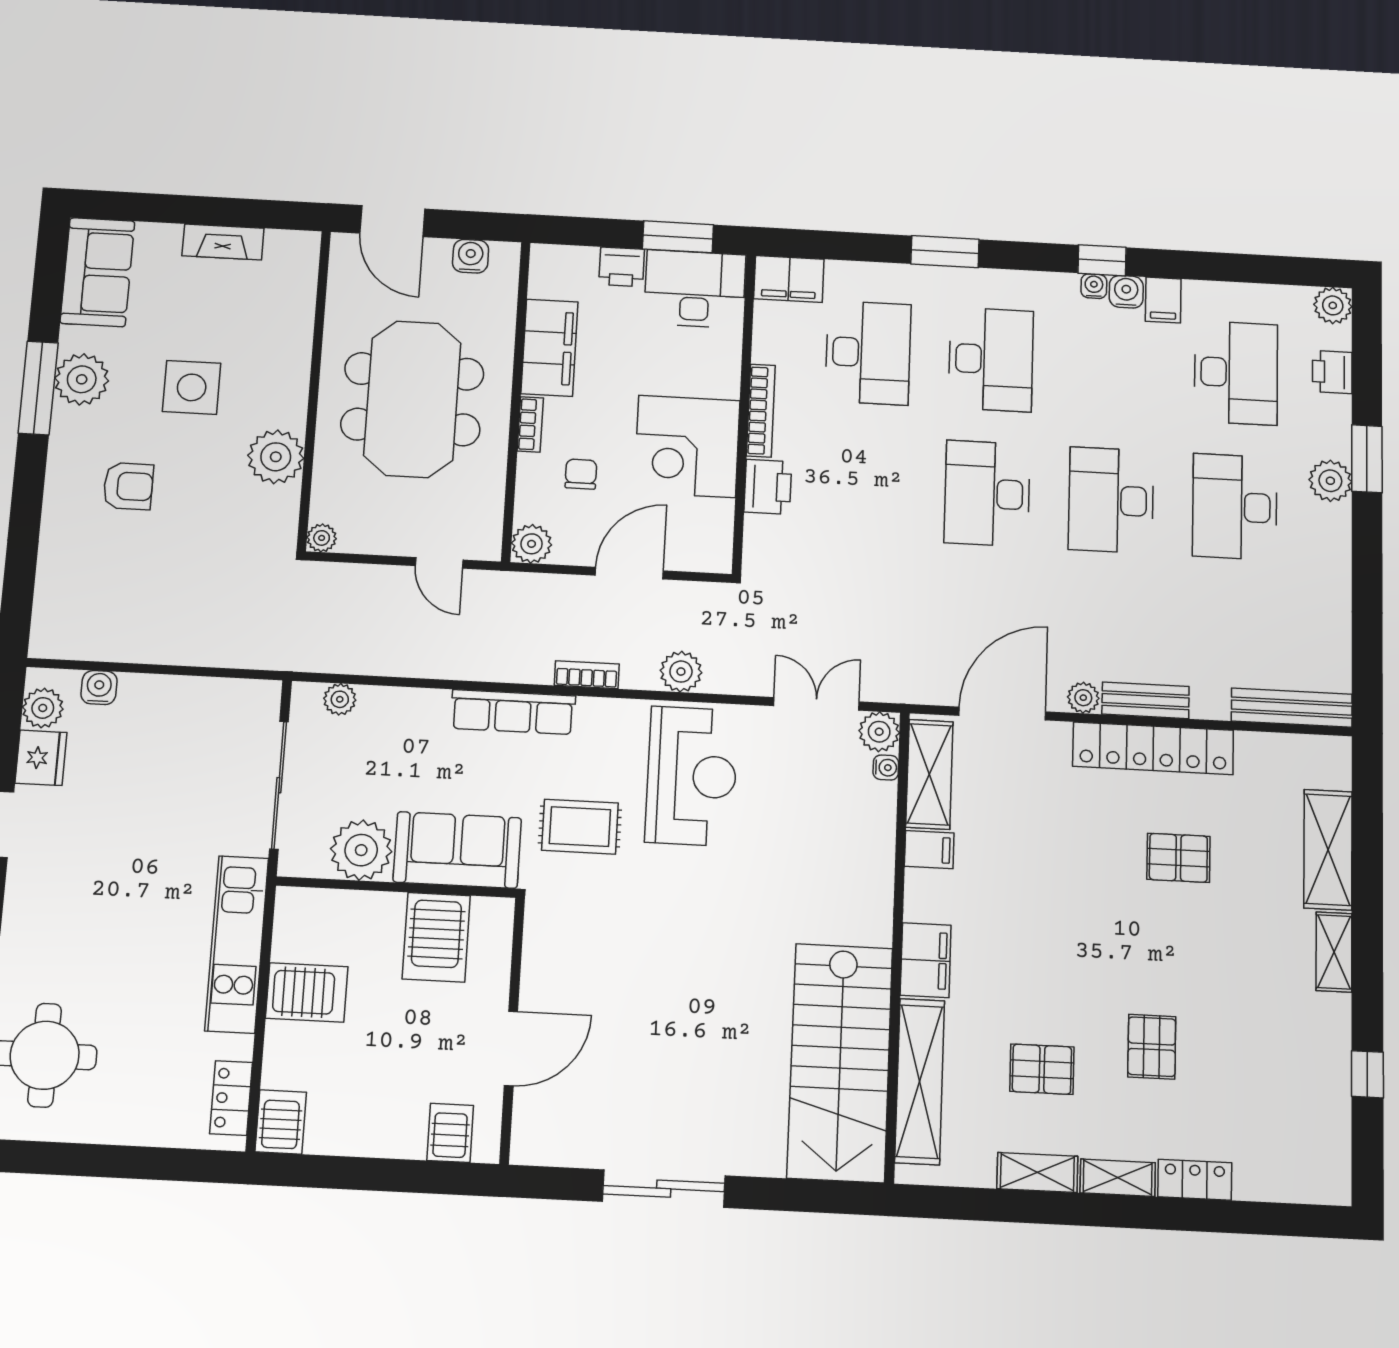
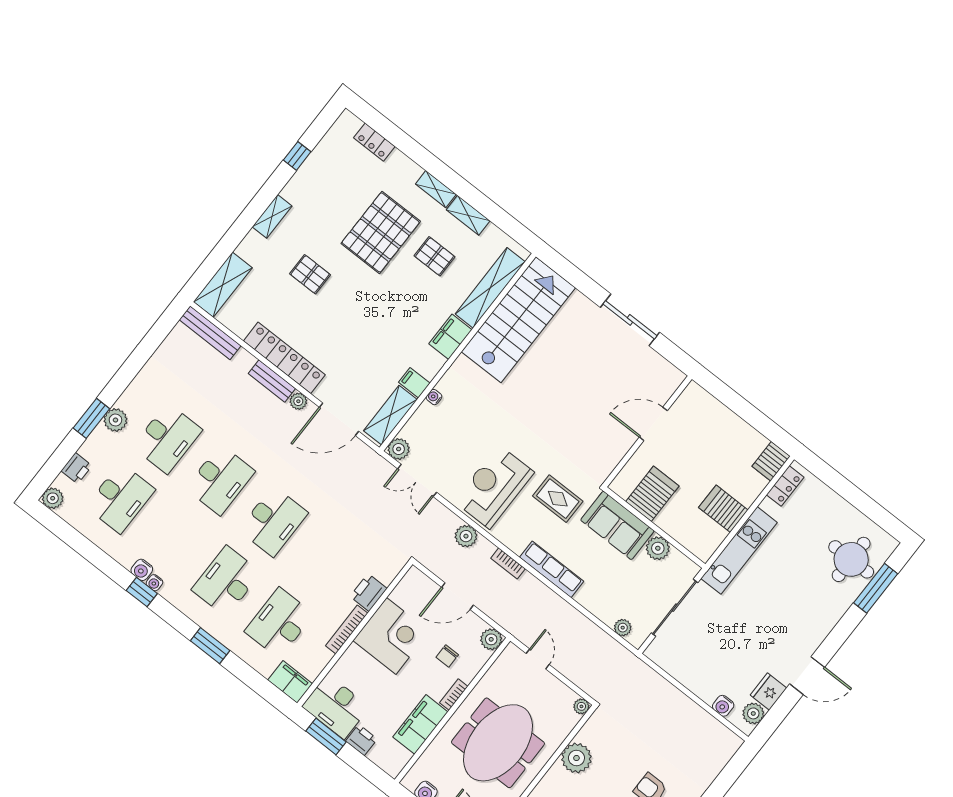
filing cabinet: (1163, 300) -> (128, 554), removed
desk: (1236, 373) -> (120, 498), turned 180
water cooler: (886, 768) -> (434, 397), moved
plant: (361, 850) -> (658, 548), width x0.73, depth x0.73
shelving: (1328, 850) -> (223, 285), moved
pallet: (1178, 858) -> (310, 274), moved
pallet: (1152, 1047) -> (381, 232), width x2.05, depth x2.00
server rack: (450, 1133) -> (703, 406), removed
locker: (1195, 1180) -> (374, 142), moved

